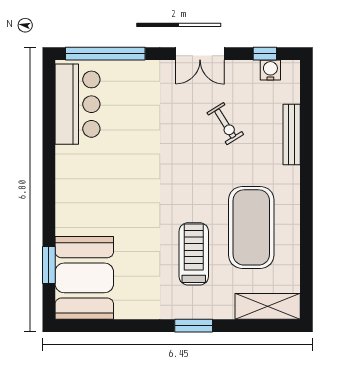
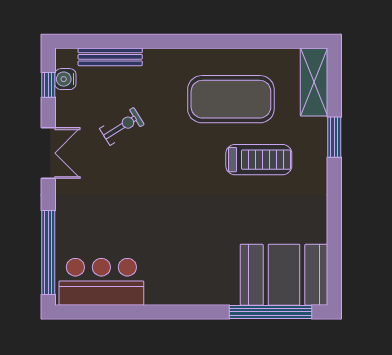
bench: (292, 135) -> (110, 57), moved
treadmill: (194, 254) -> (259, 160), turned 180
window: (49, 265) -> (270, 312), width x2.11
window: (194, 326) -> (334, 137), moved

